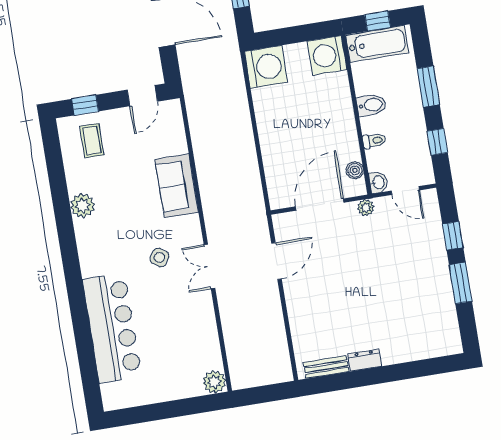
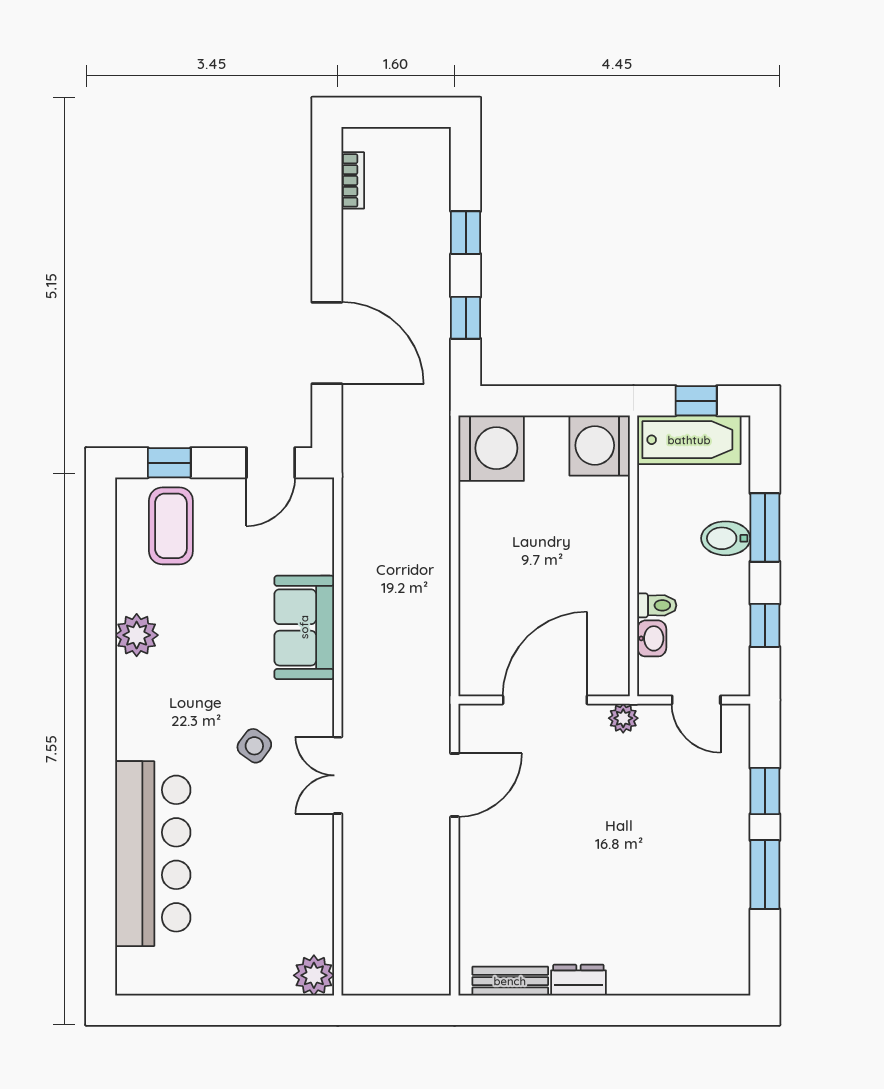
bidet: (371, 105) -> (726, 538), moved, turned 180
coffee table: (92, 141) -> (171, 526), width x1.36, depth x1.30
boiler: (355, 170) -> (615, 651), removed
washbasin: (378, 182) -> (652, 638), moved

